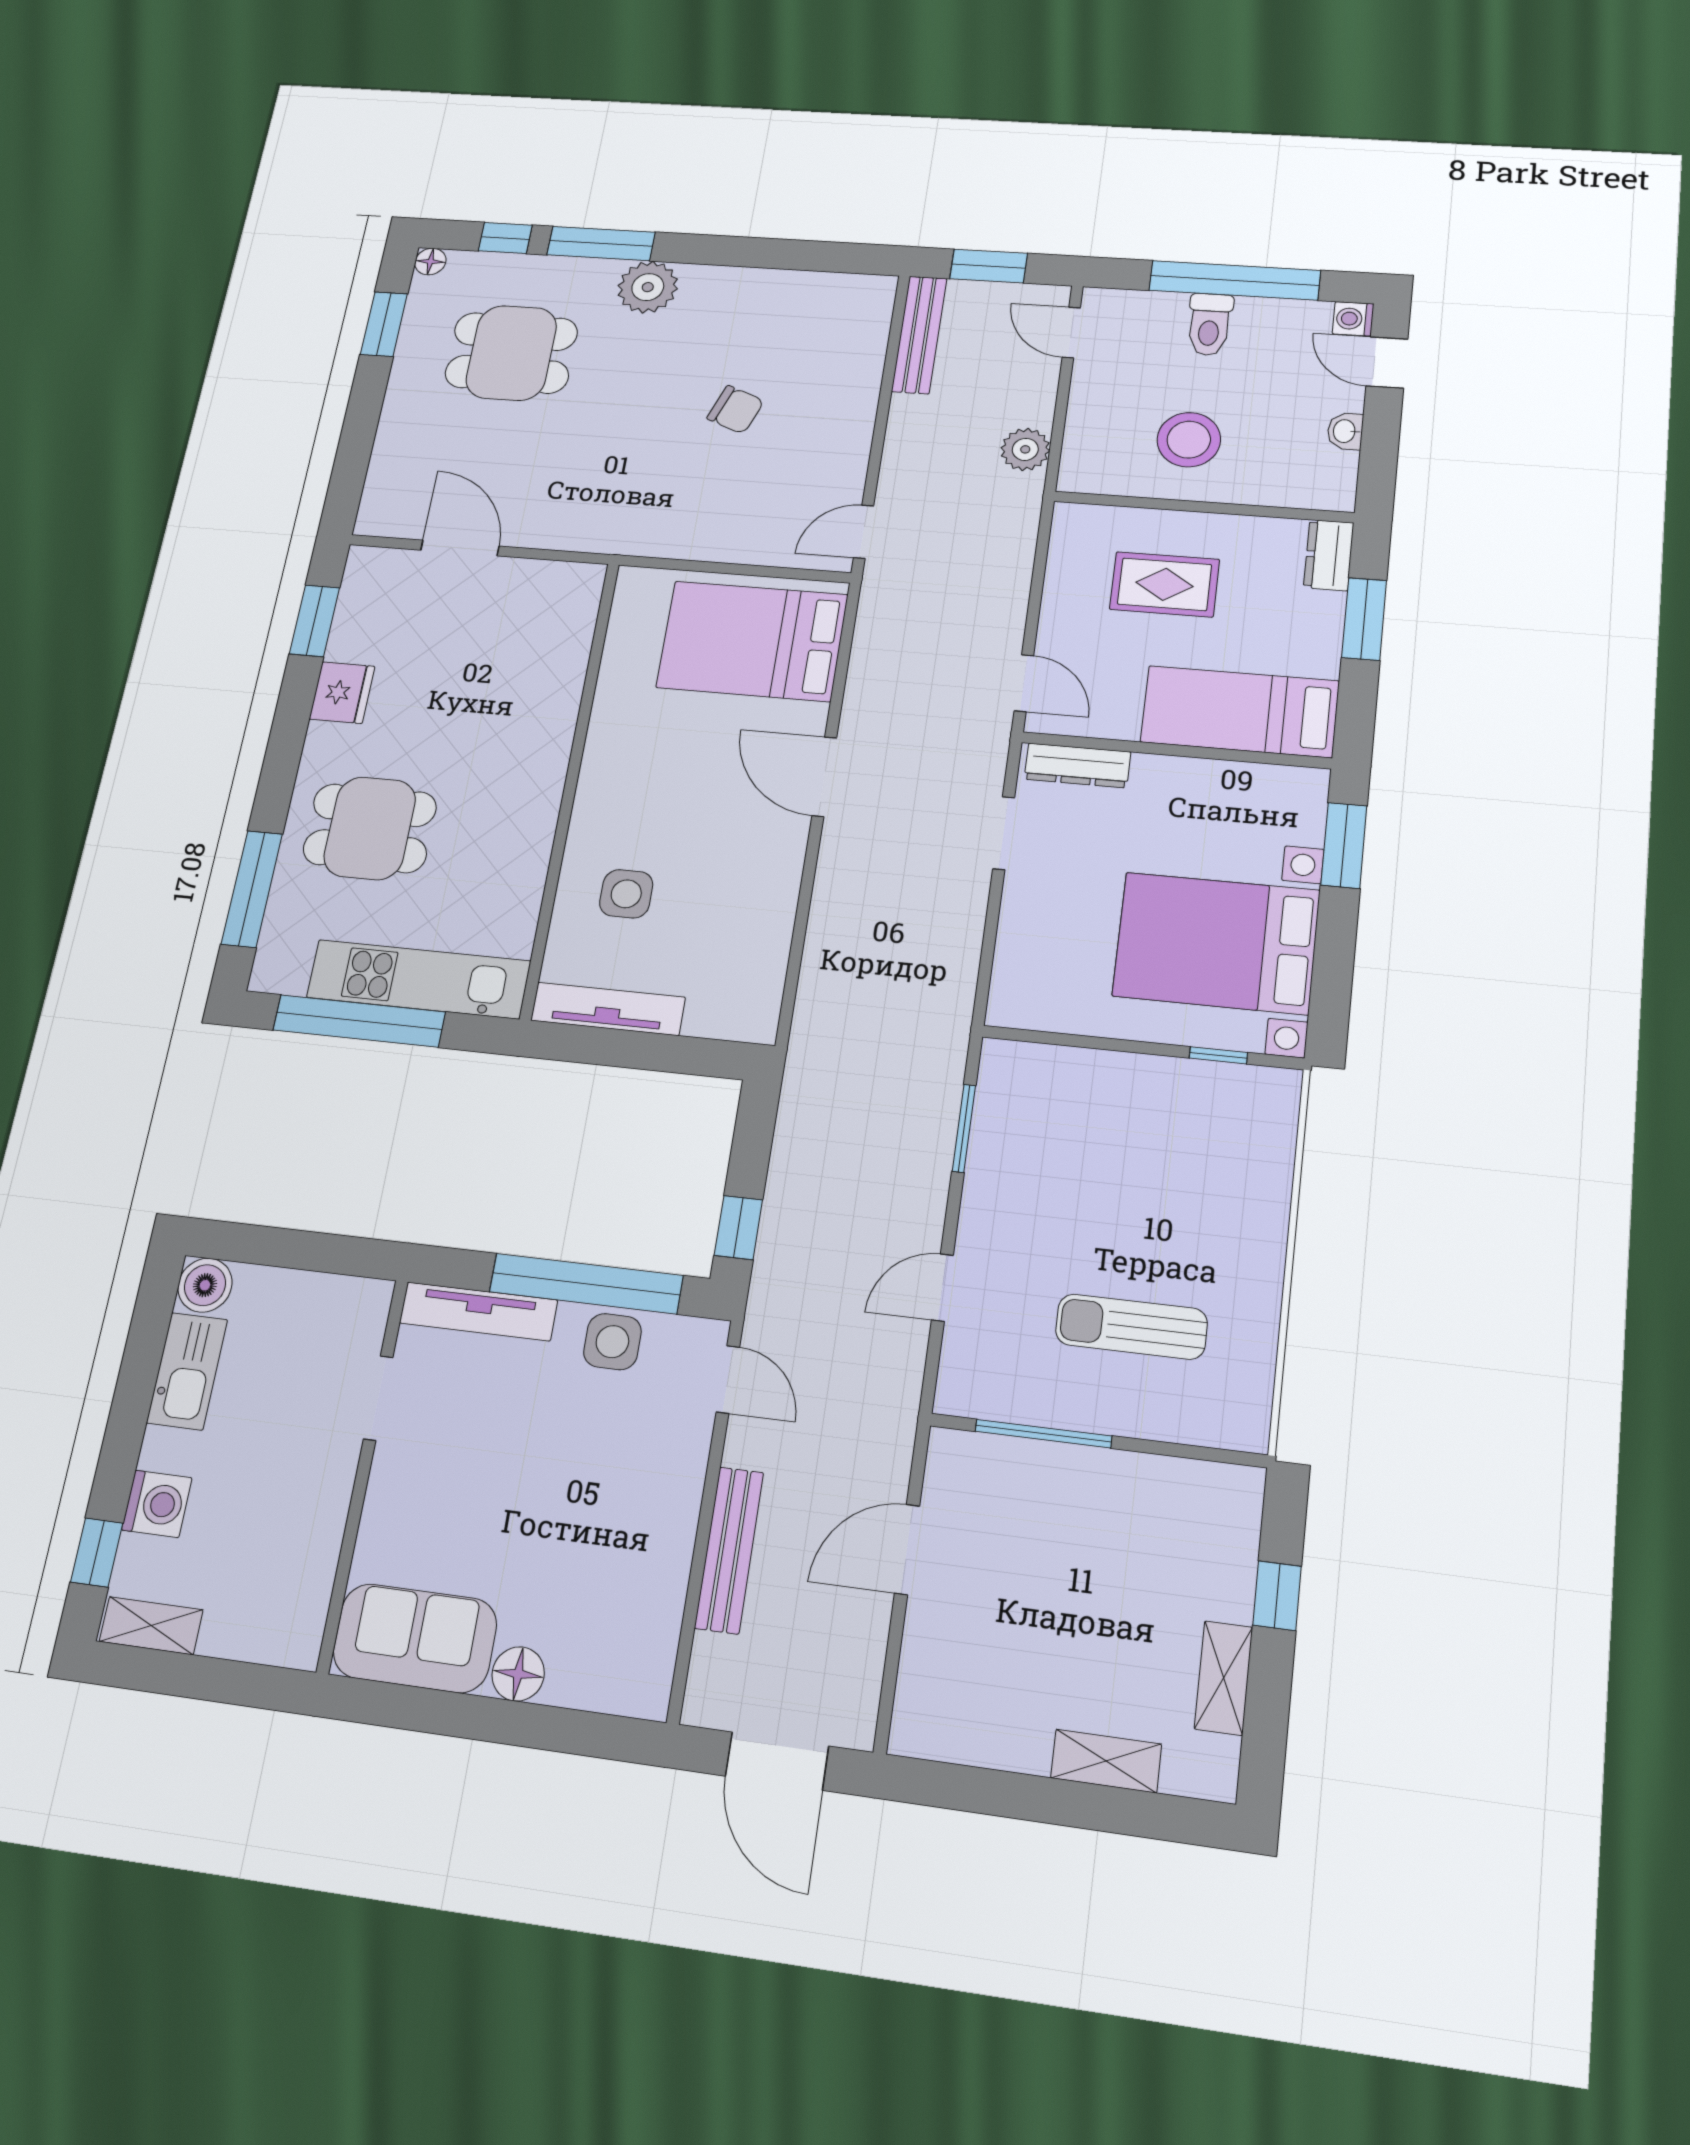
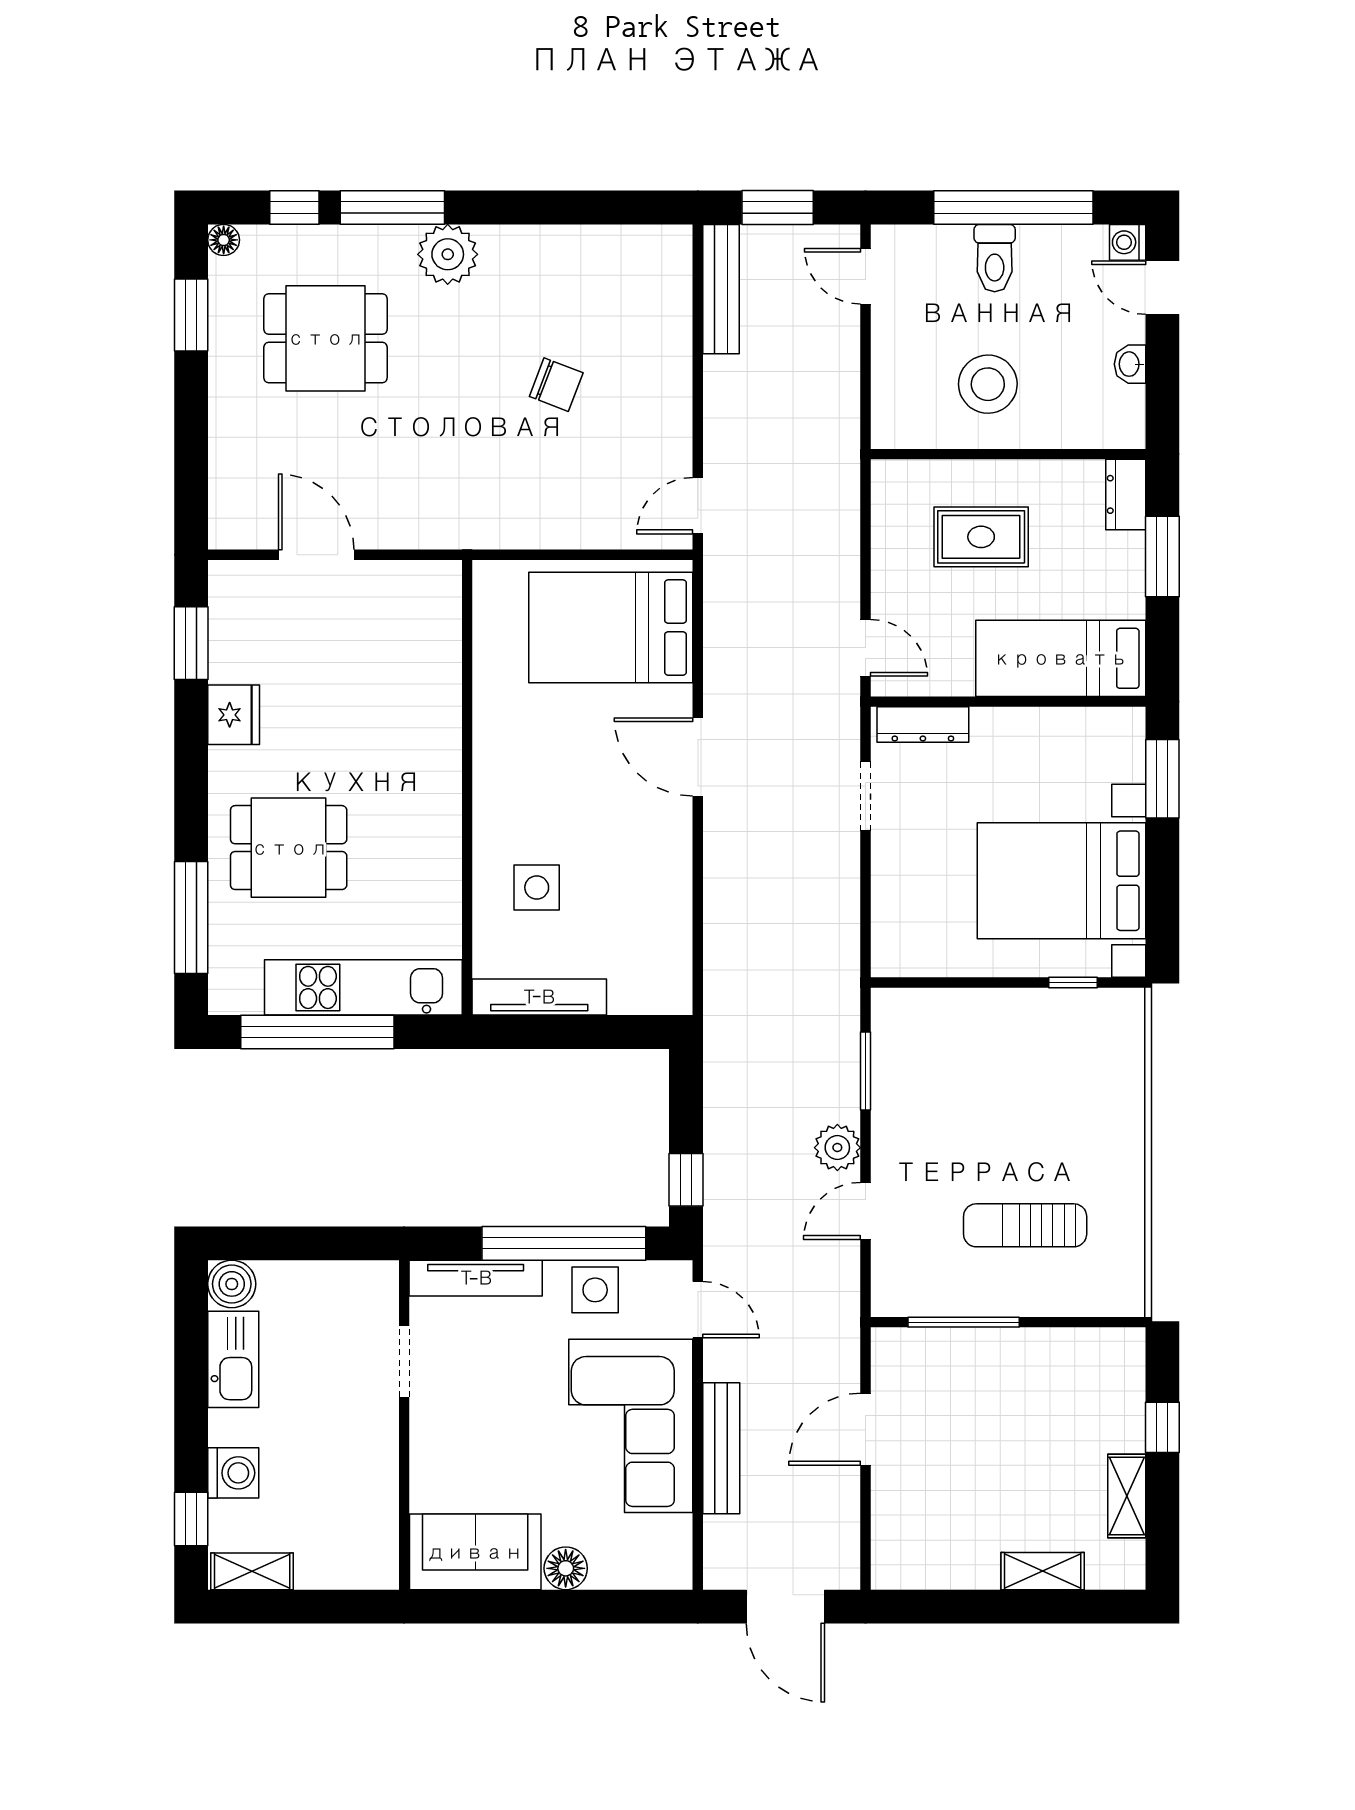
plant: (1025, 449) -> (837, 1148), moved
corner sofa: (626, 1508) -> (631, 1426), added

